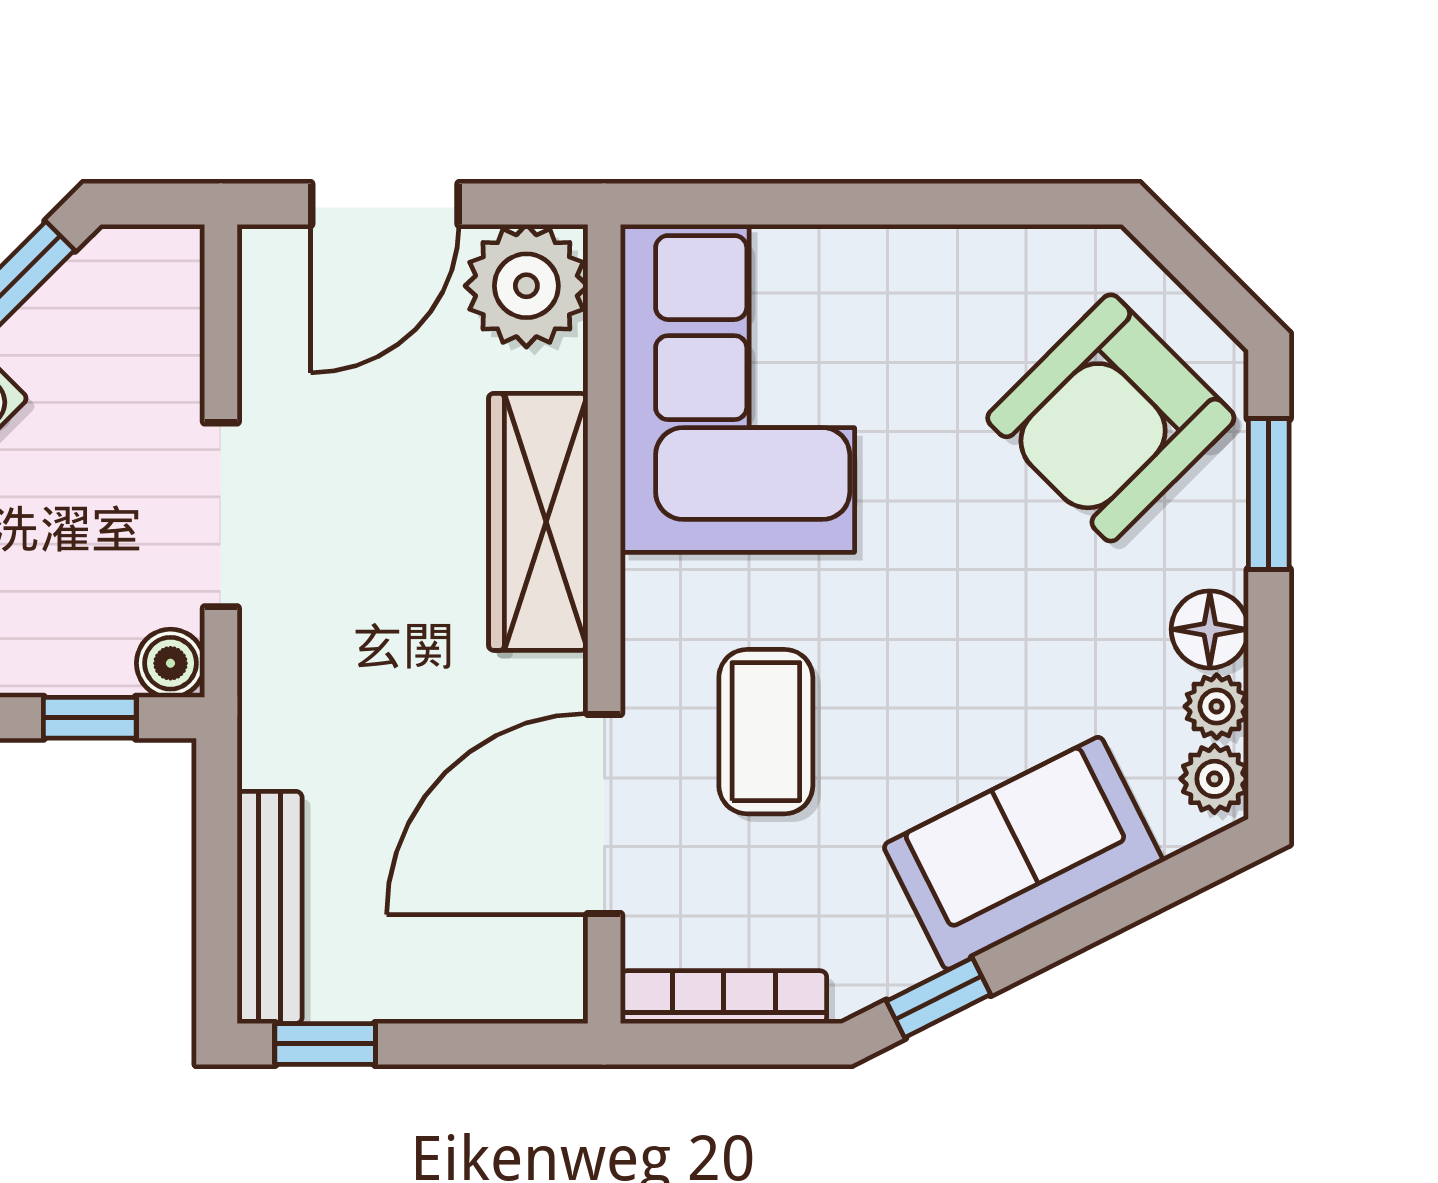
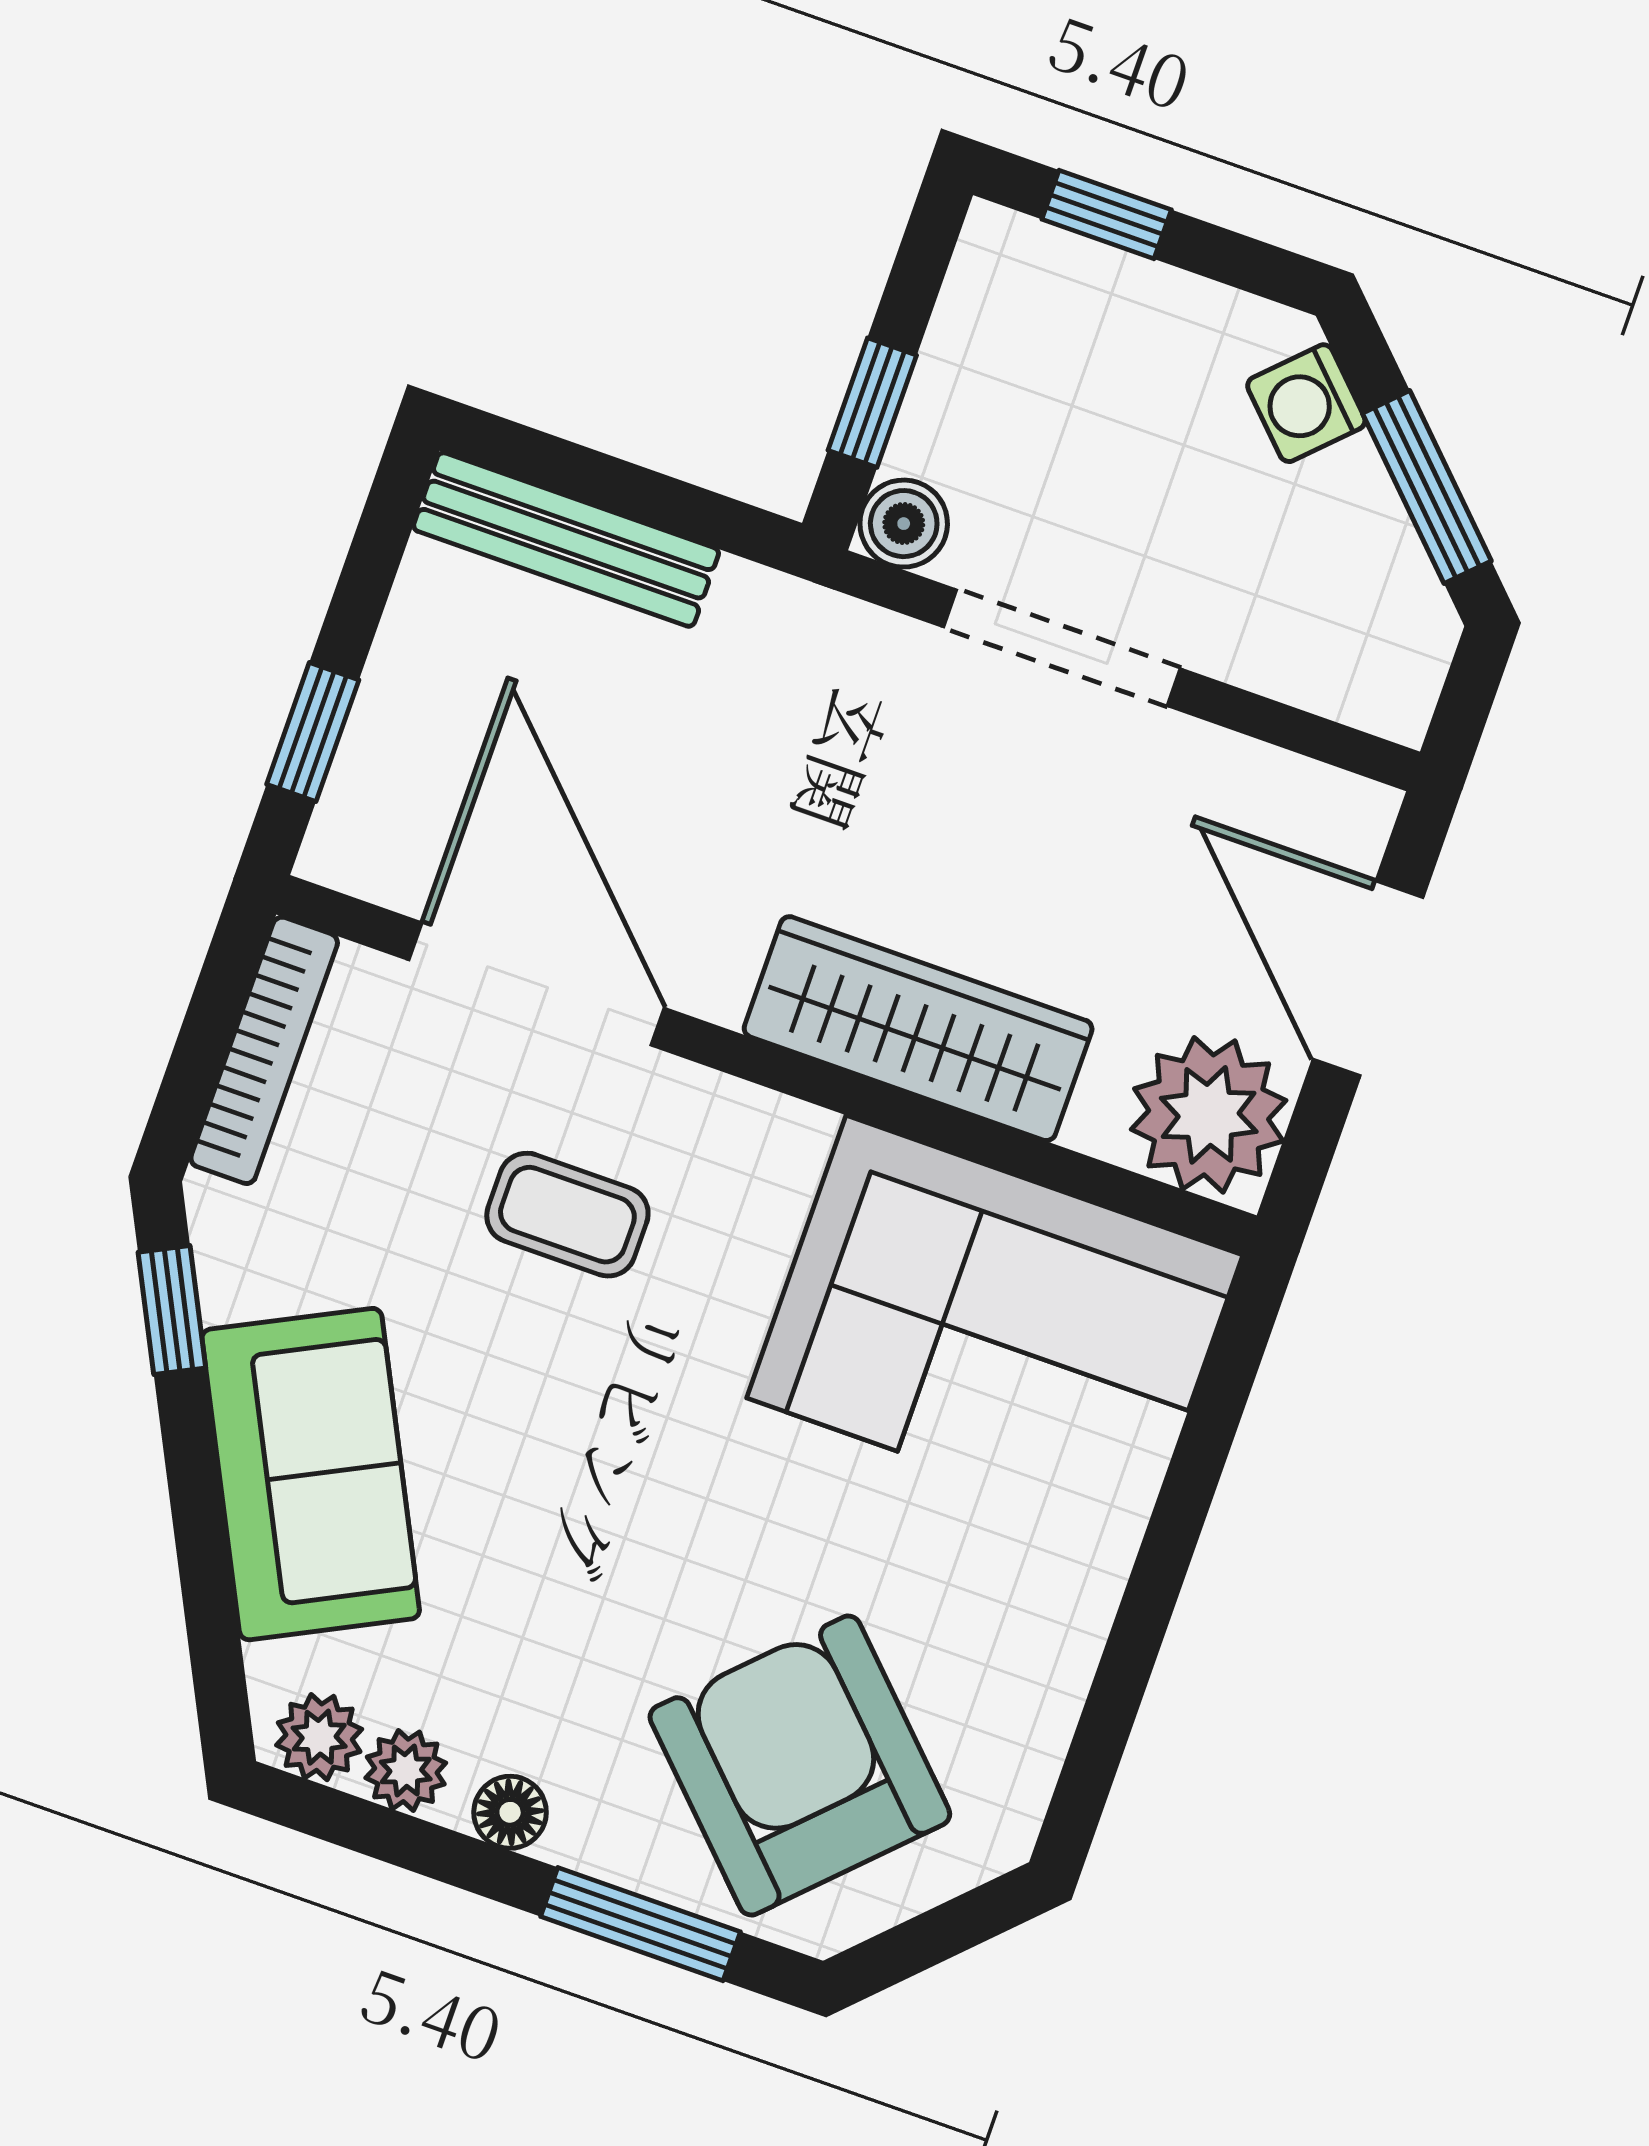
floor lamp: (1210, 629) -> (510, 1812), width x0.73, depth x0.73
coffee table: (766, 732) -> (567, 1215), width x0.73, depth x0.77
window: (325, 1044) -> (313, 732), moved

